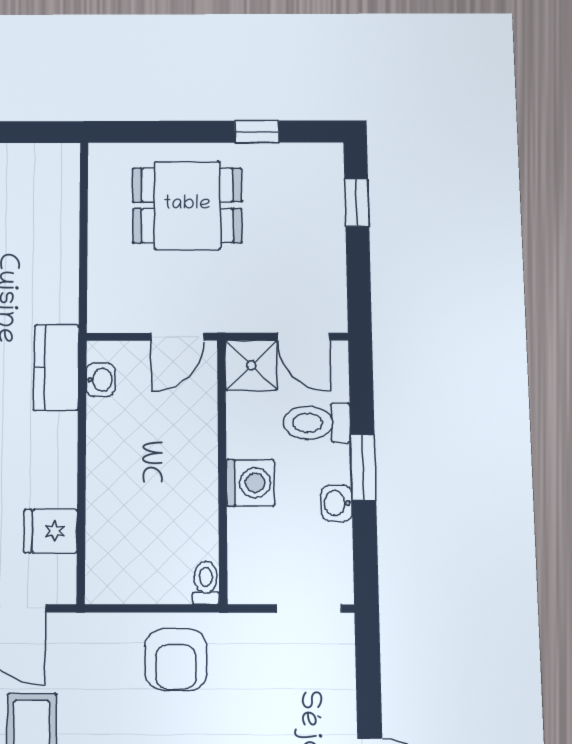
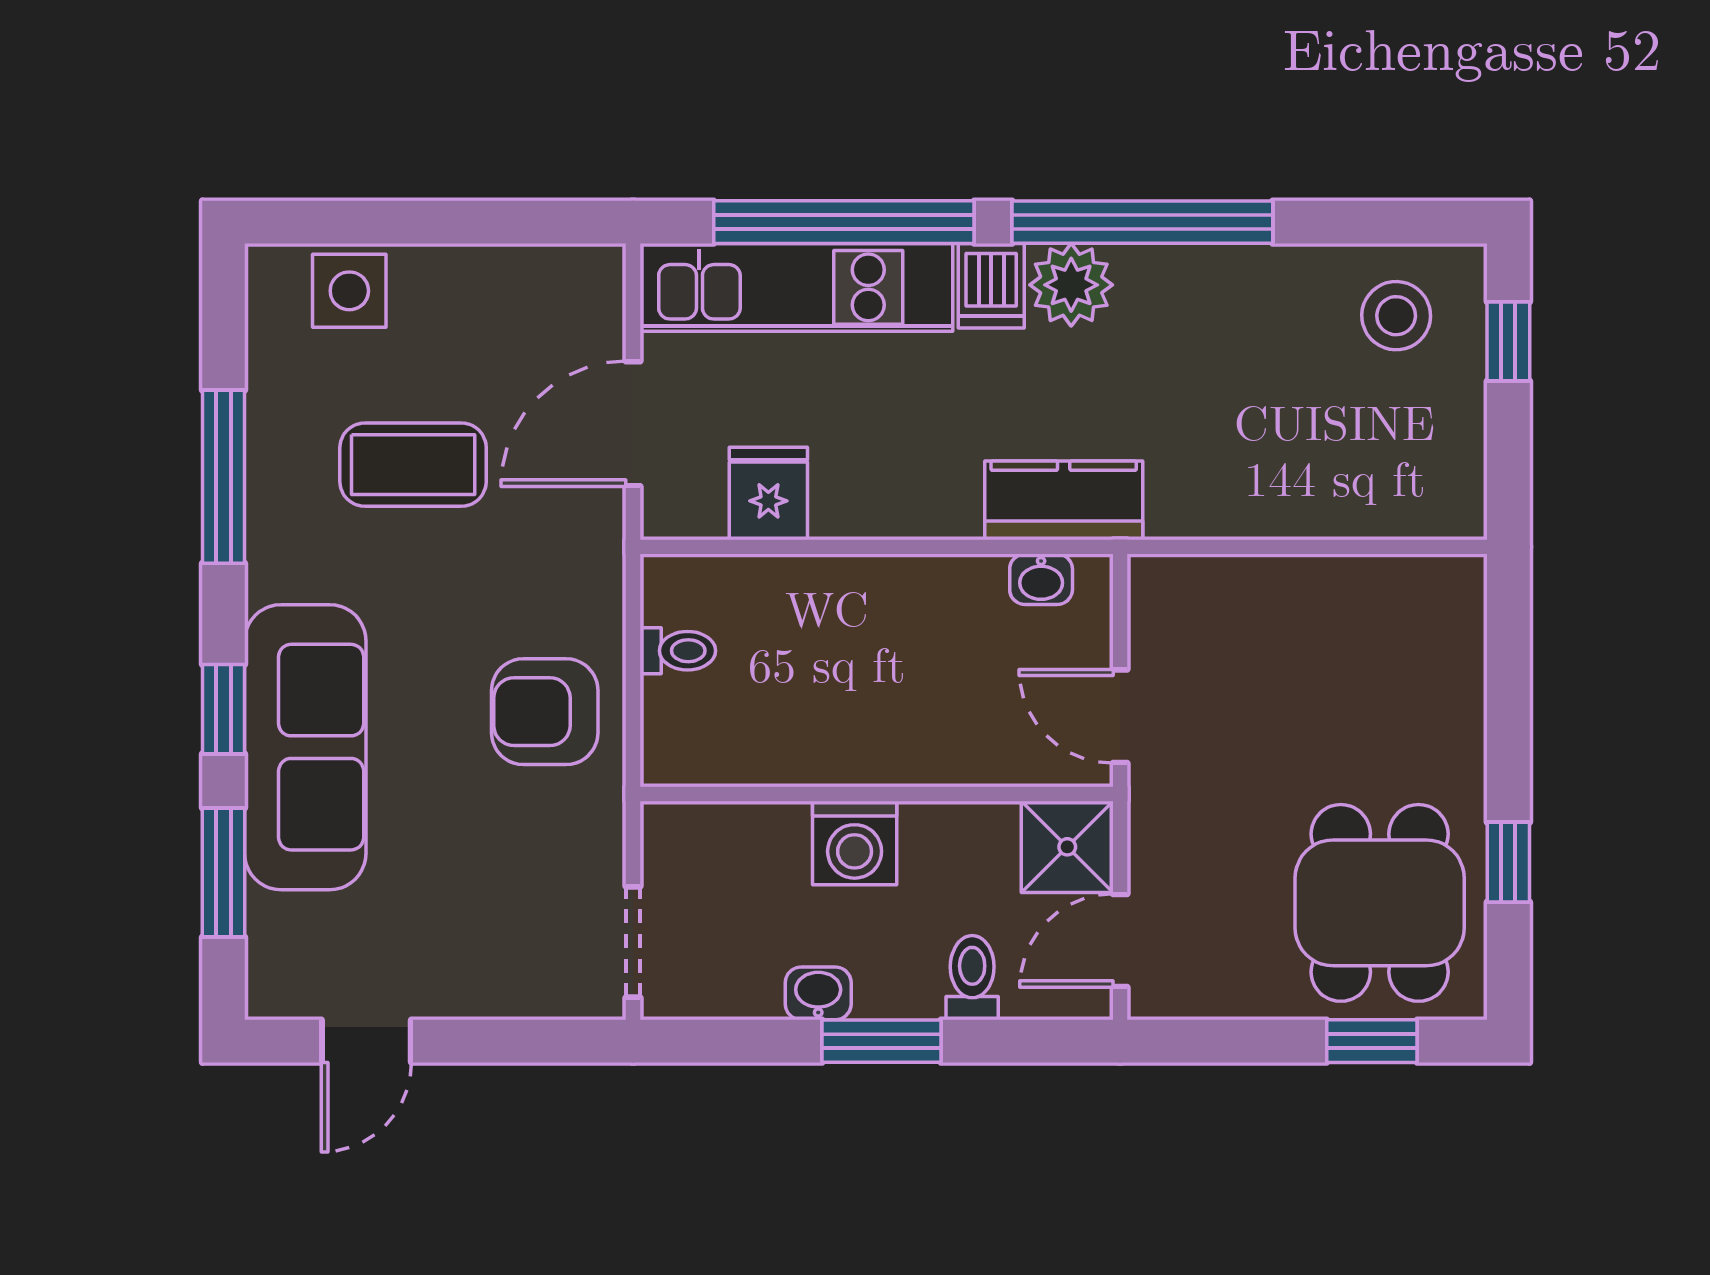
dining table: (187, 205) -> (1380, 903), moved
toilet: (317, 423) -> (972, 978), width x0.73, depth x0.72
toilet: (206, 583) -> (678, 651), moved

